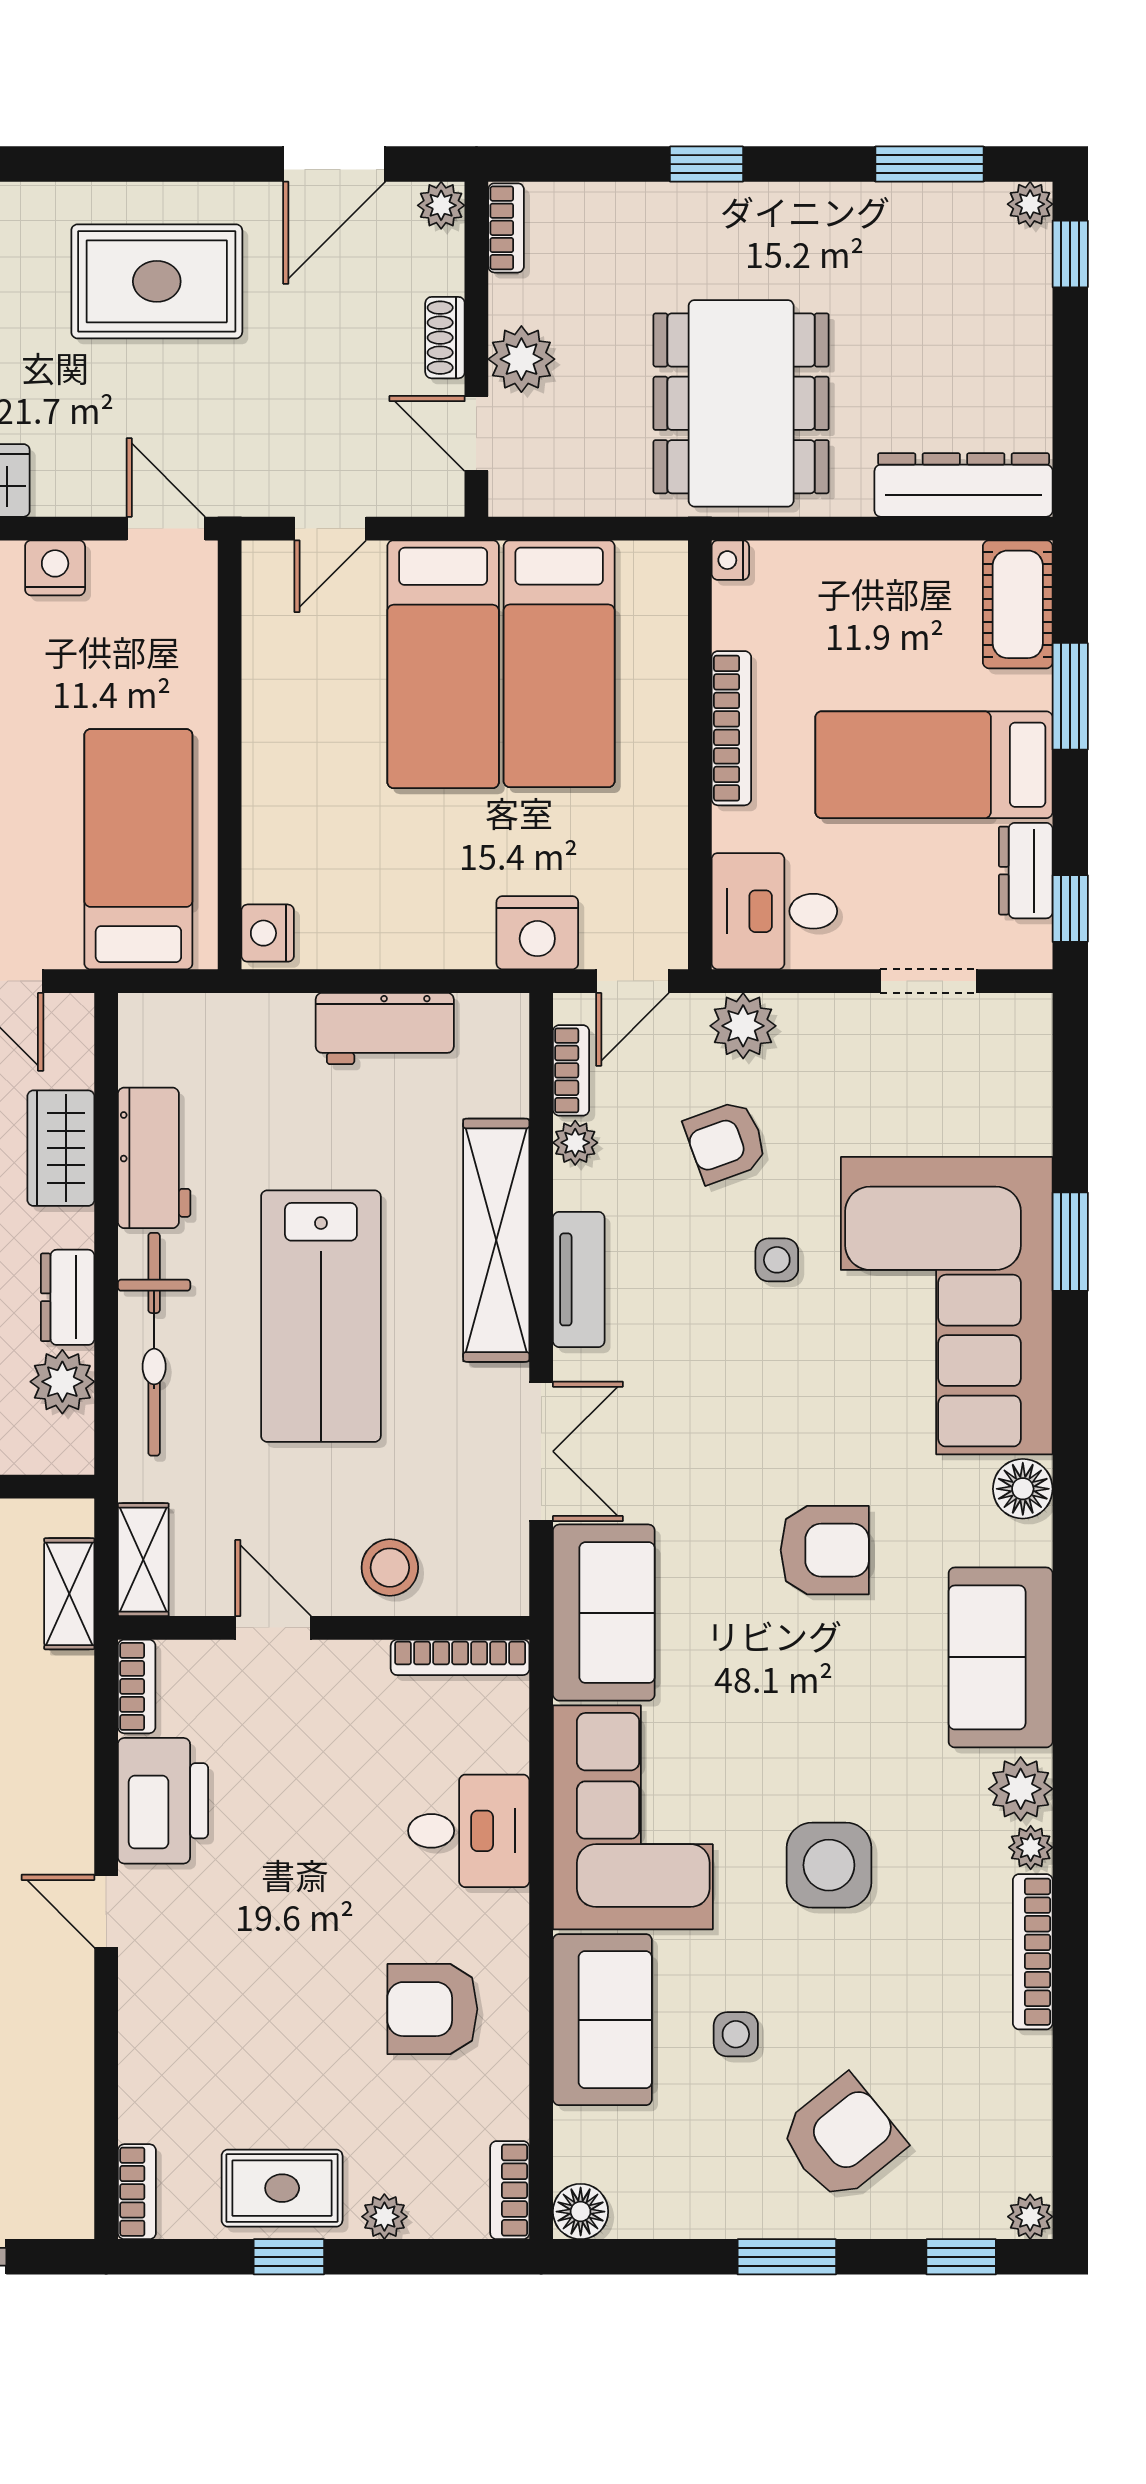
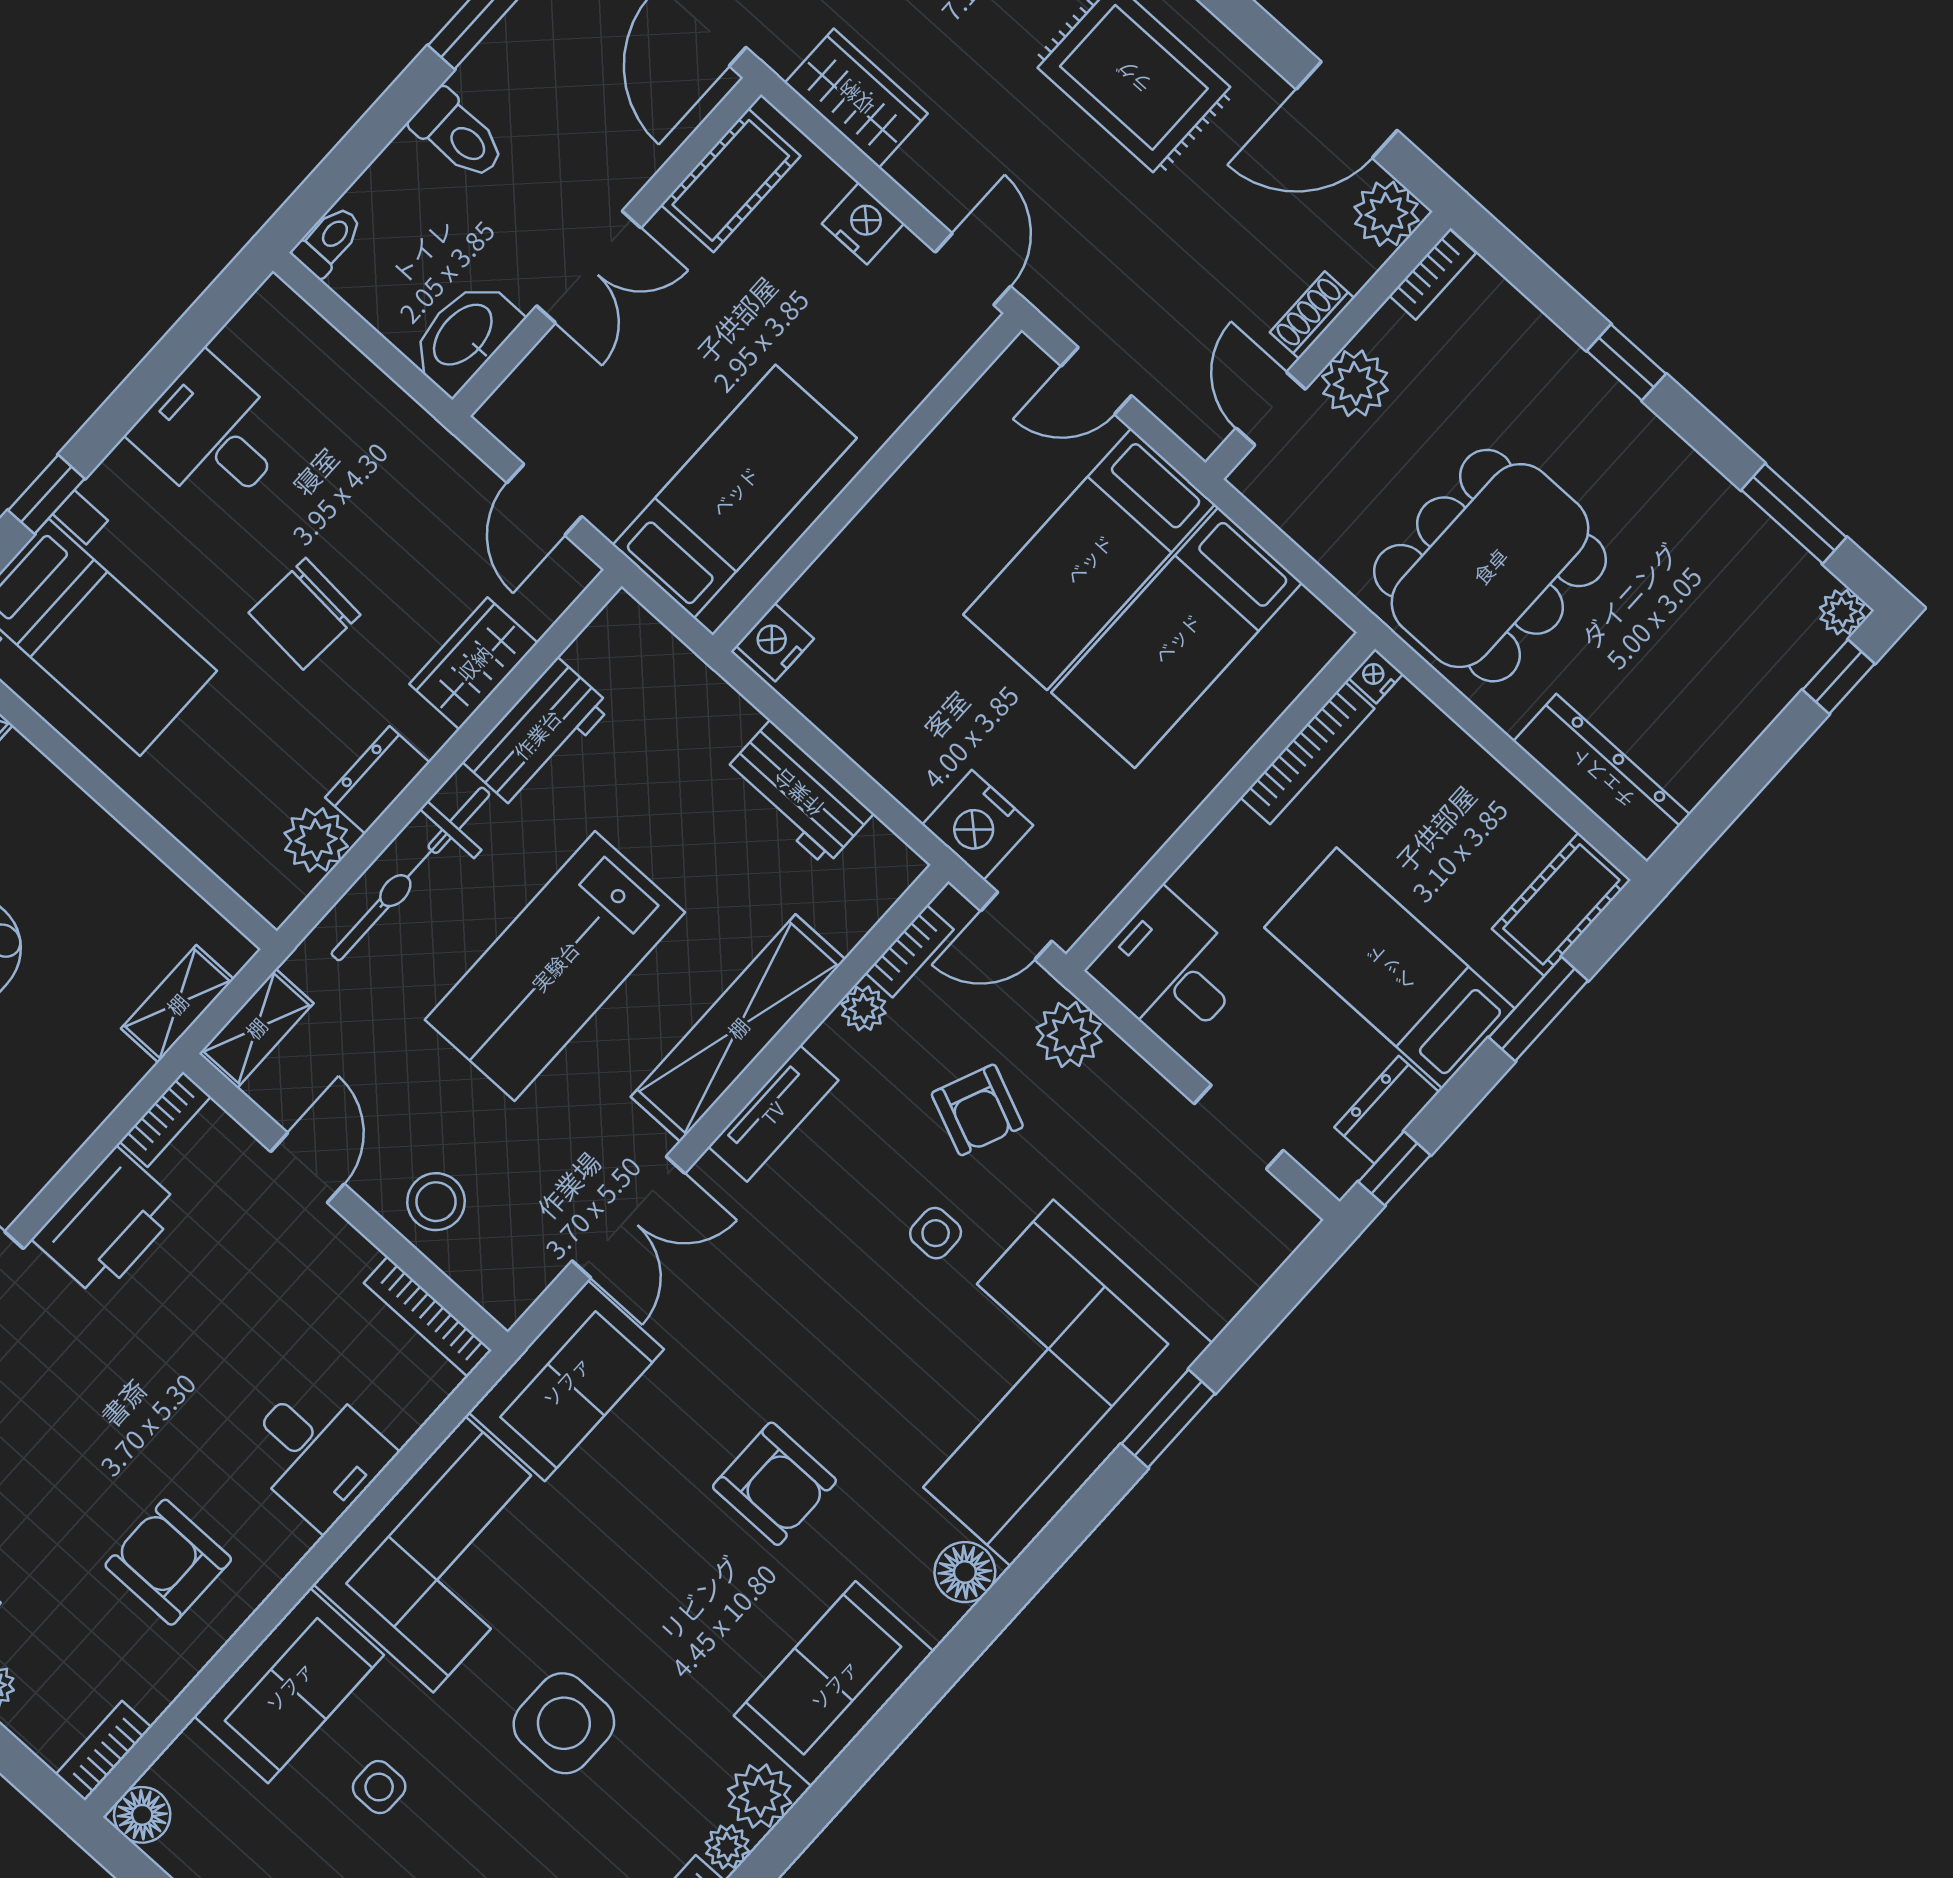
plant: (441, 205) -> (1386, 214), width x1.38, depth x1.38
bookcase: (731, 728) -> (1307, 753), moved
armchair: (726, 1142) -> (977, 1110), turned -137

